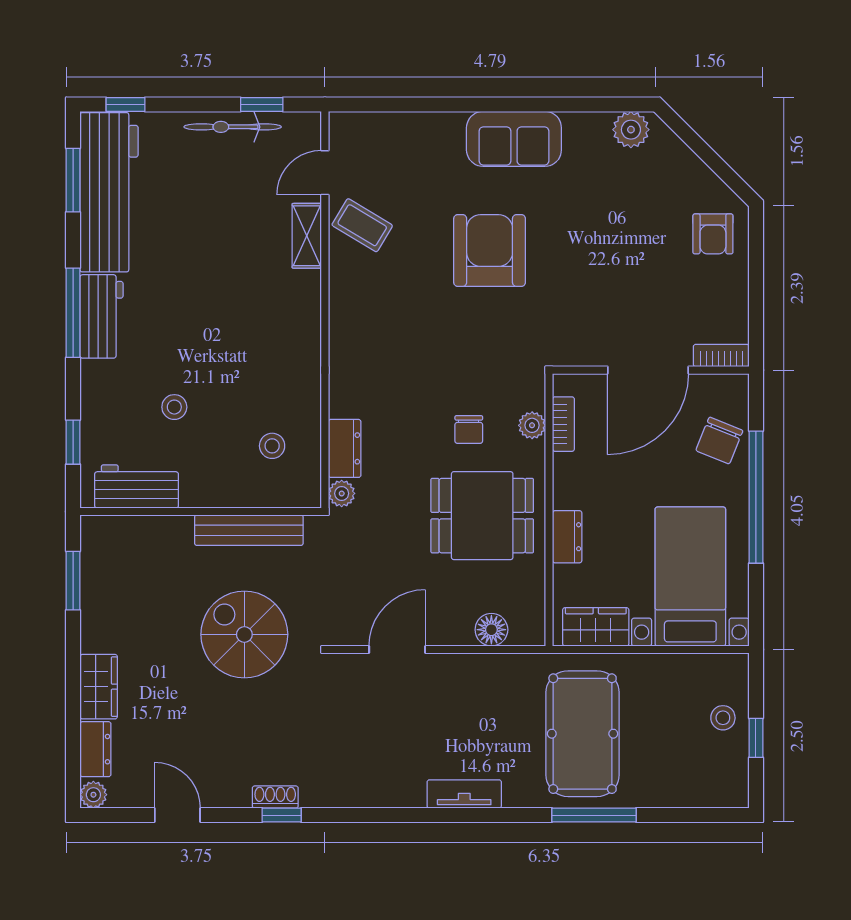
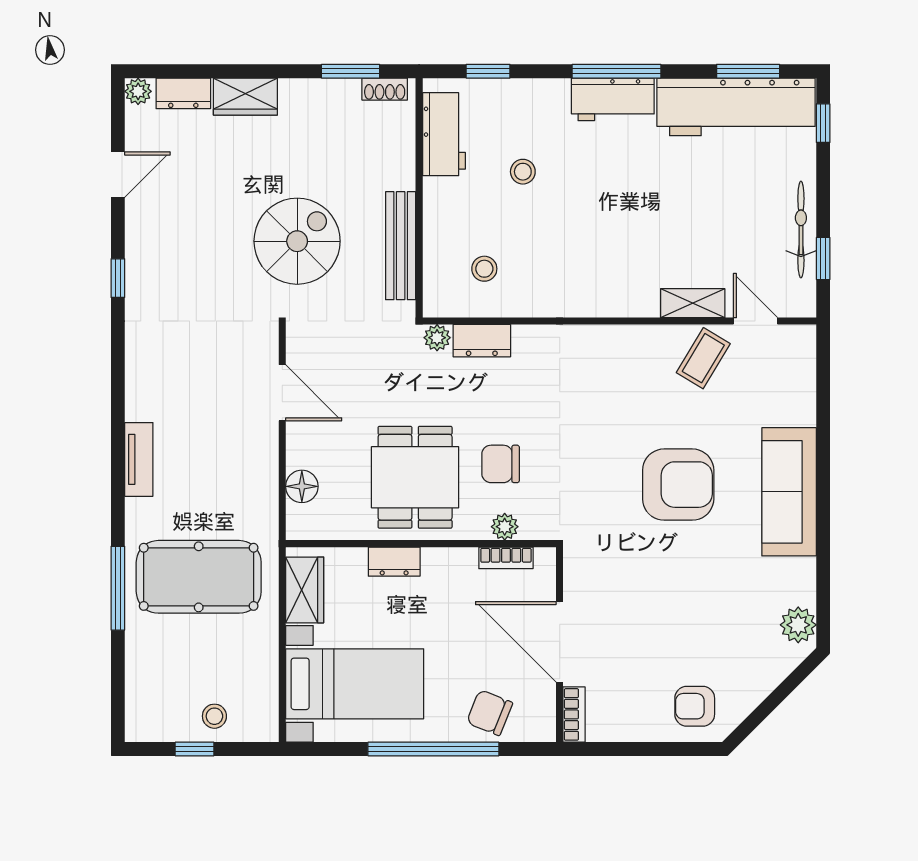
sofa: (514, 139) -> (789, 492), width x1.36
chair: (469, 430) -> (501, 464), width x1.37, depth x1.37
shoe rack: (275, 797) -> (385, 89), moved, turned 90

